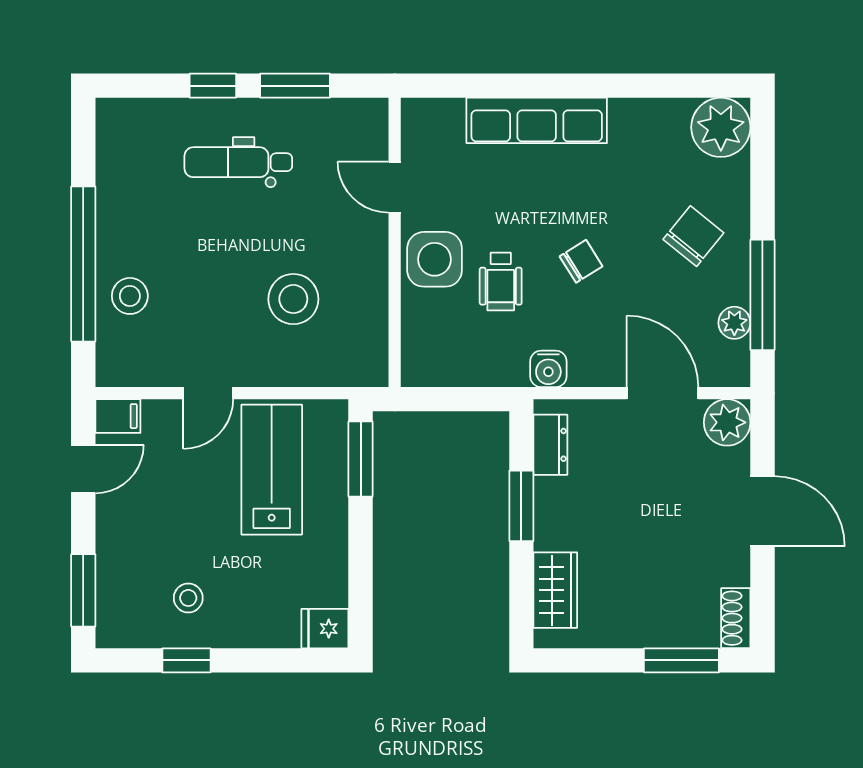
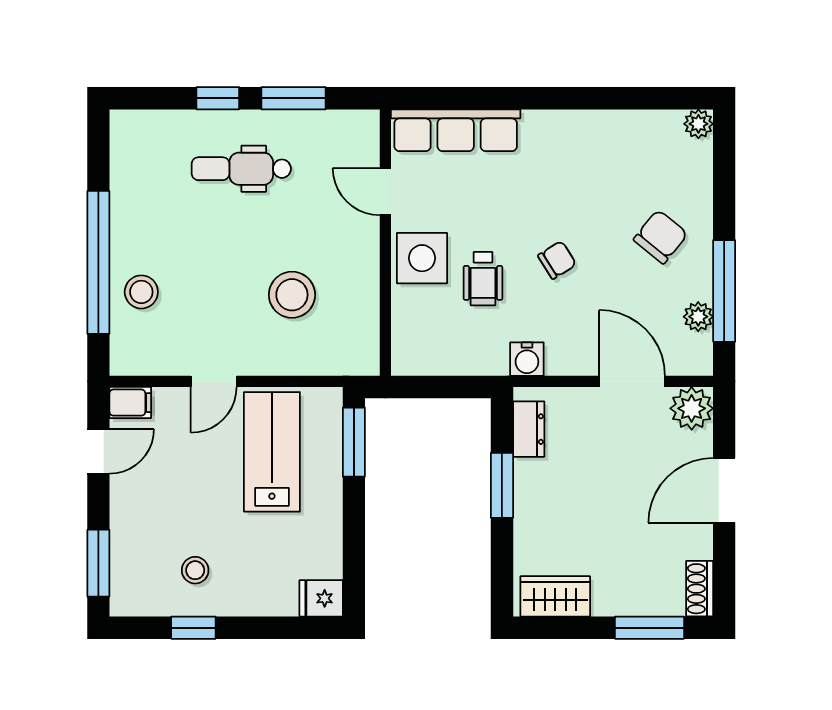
row of seats: (537, 120) -> (456, 130), moved
plant: (721, 127) -> (698, 124), width x0.53, depth x0.53
door: (762, 511) -> (724, 490), swing flipped
wardrobe: (555, 590) -> (555, 596), moved, turned -90

